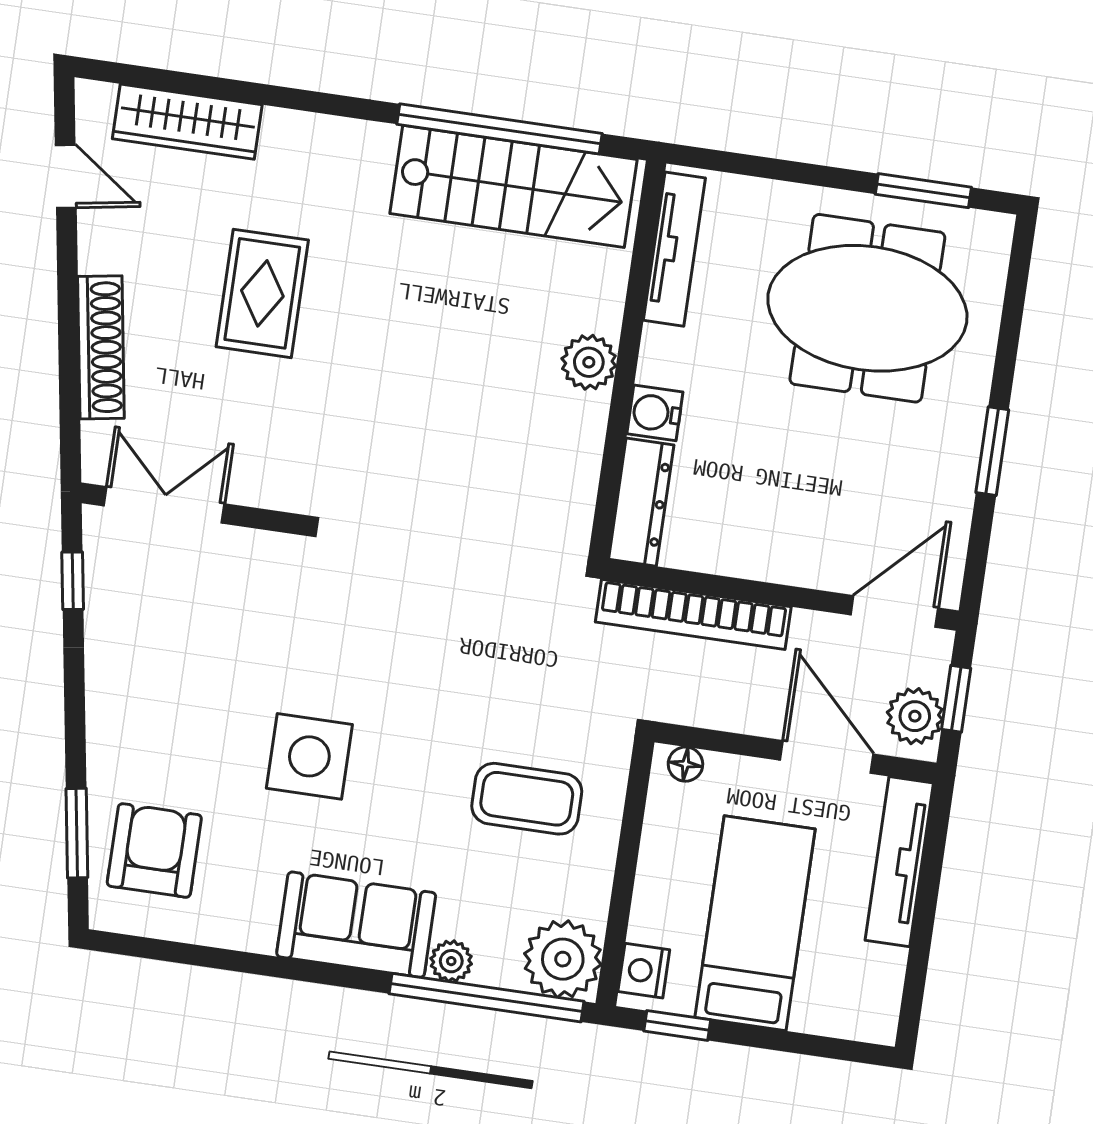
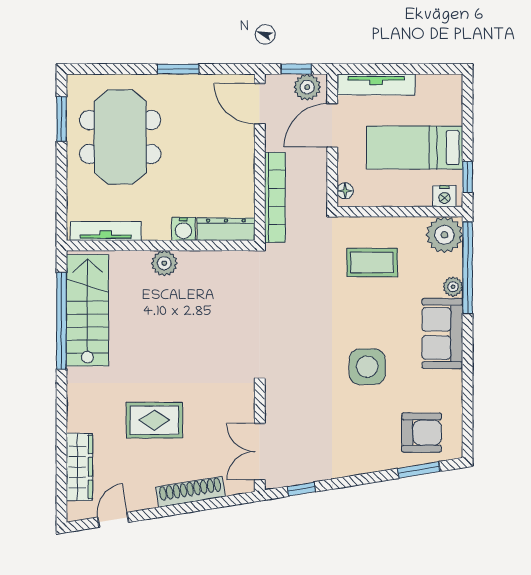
coffee table: (527, 799) -> (372, 262), turned 90
armchair: (154, 850) -> (422, 433), turned 180

